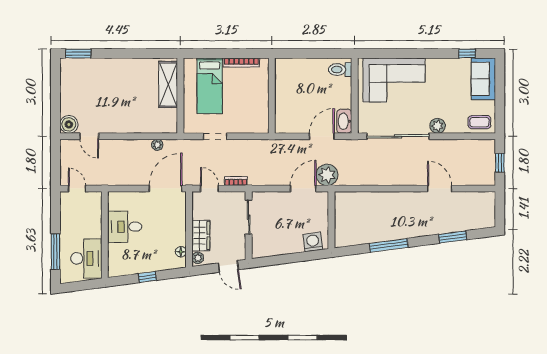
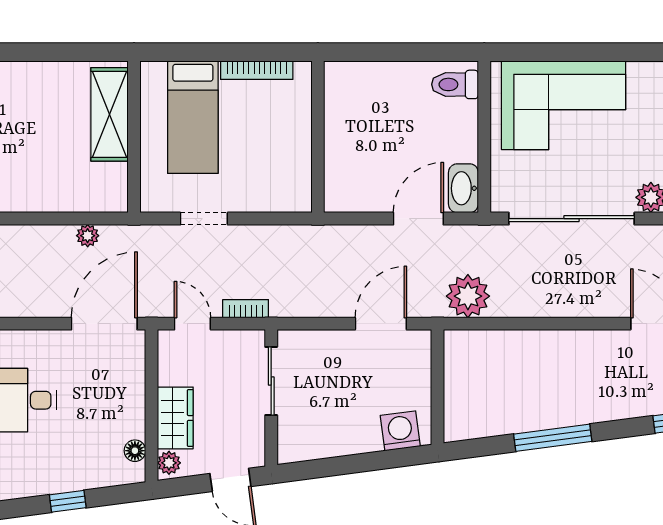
plant: (327, 175) -> (468, 296), moved

